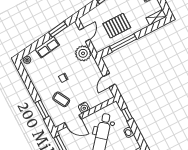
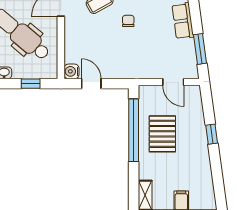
window: (123, 43) -> (134, 130), width x1.46
plant: (83, 53) -> (148, 66), removed
water cooler: (84, 108) -> (72, 71), moved

